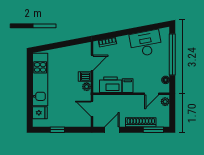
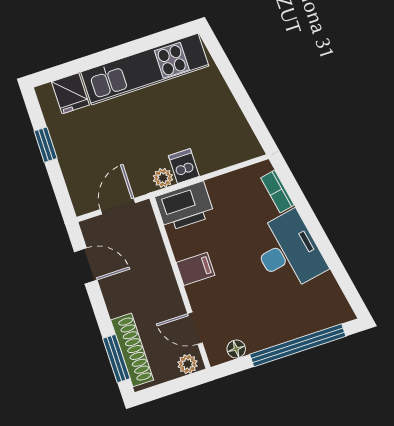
desk: (146, 43) -> (288, 251), moved
door: (92, 63) -> (220, 172), removed
printer: (111, 85) -> (185, 206), moved, turned 90
shoe rack: (141, 122) -> (132, 350), moved

